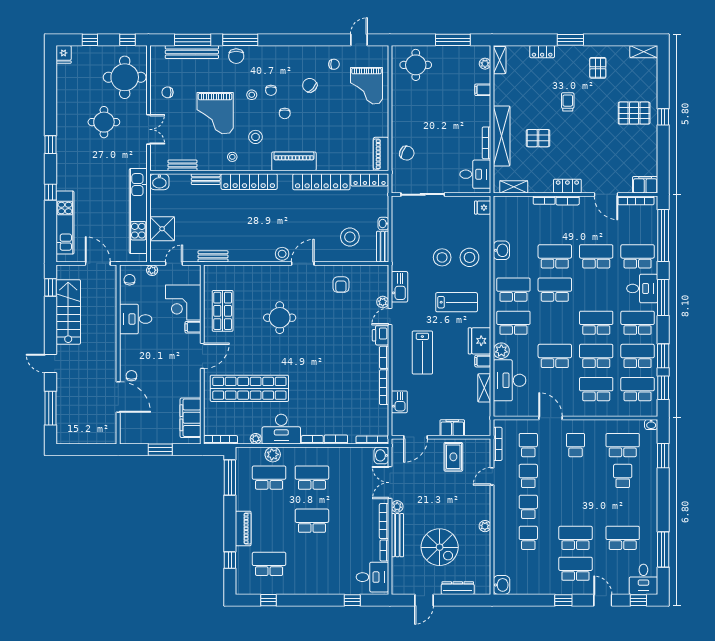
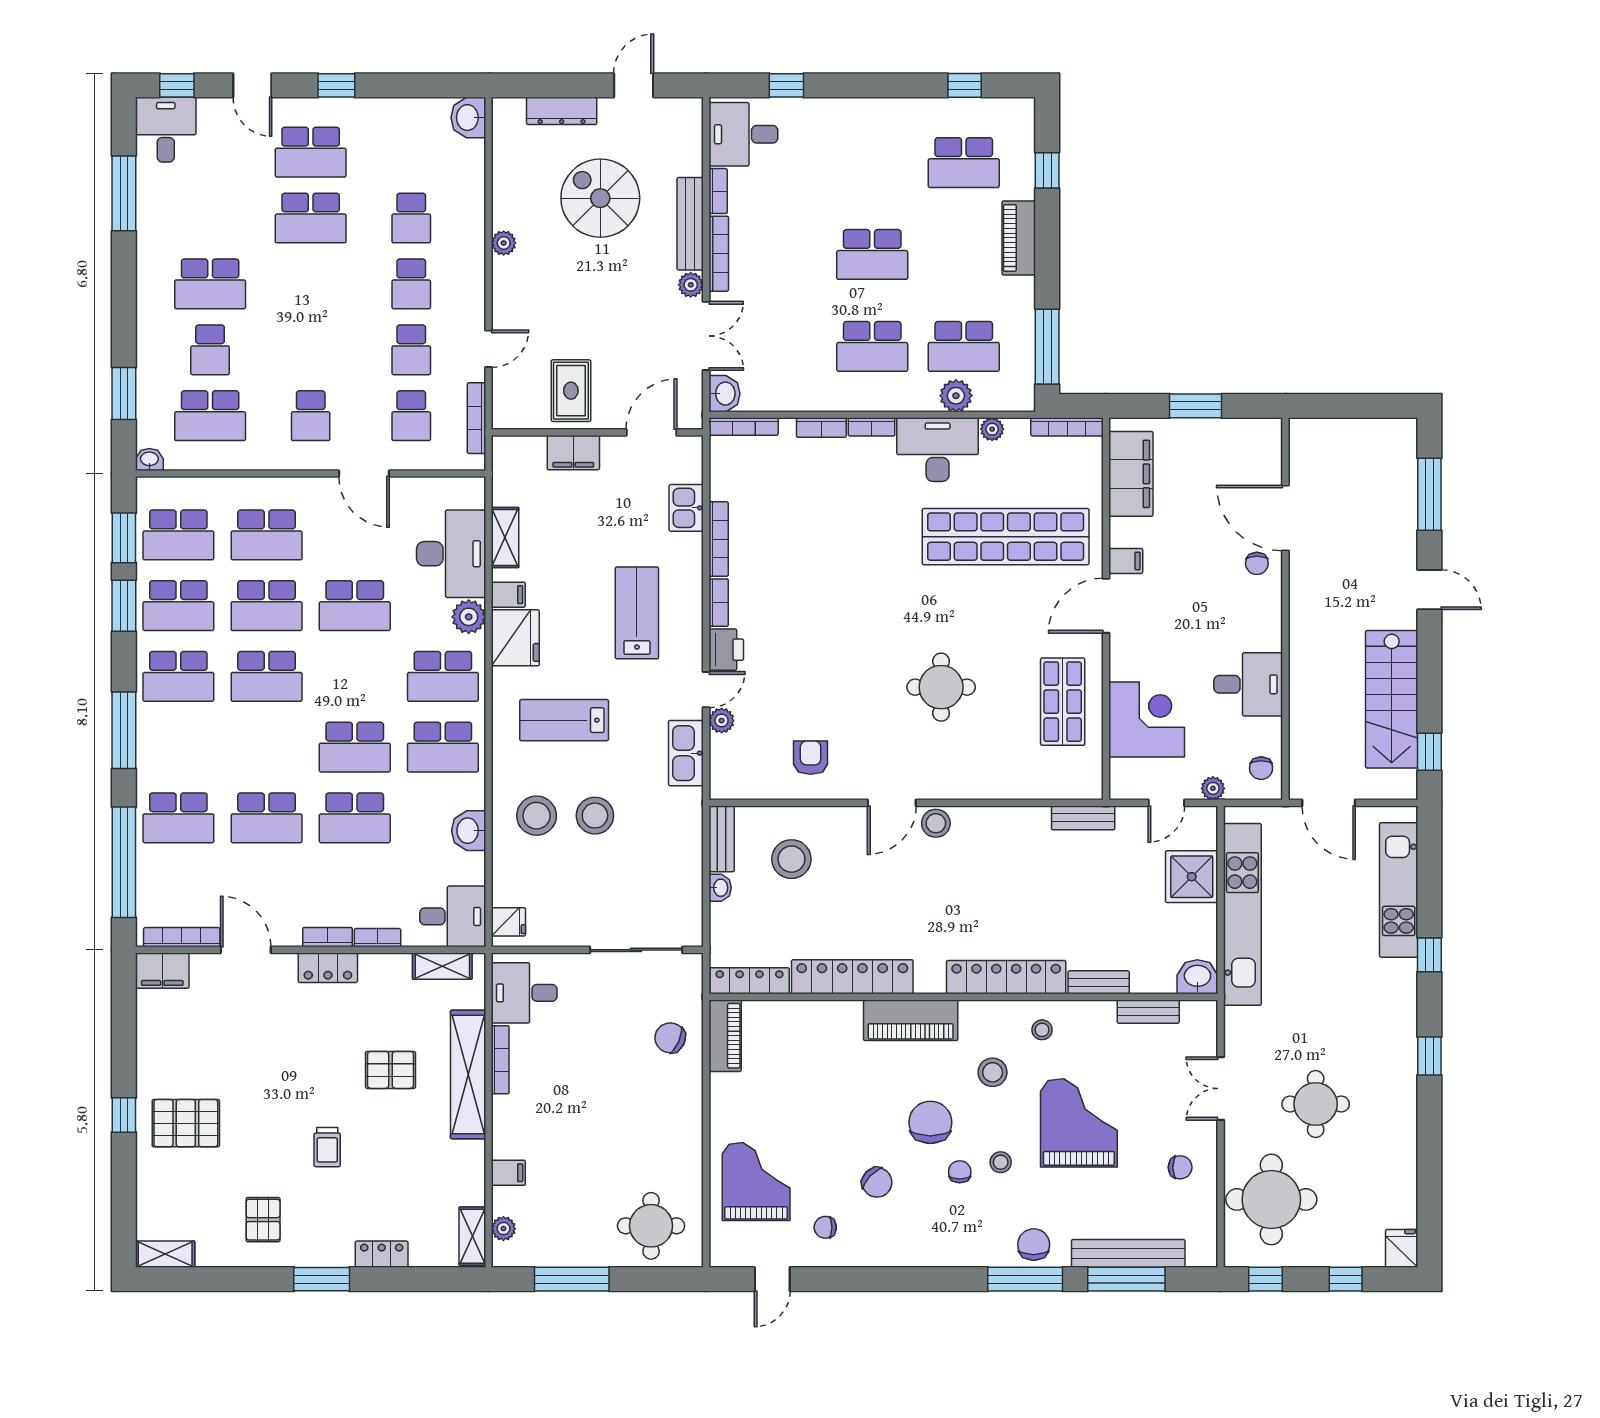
chair: (285, 113) -> (930, 1122), width x1.87, depth x1.87
desk: (642, 288) -> (453, 916), moved, turned 180
filing cabinet: (193, 327) -> (1126, 561), moved
school desk: (623, 538) -> (210, 284), moved

